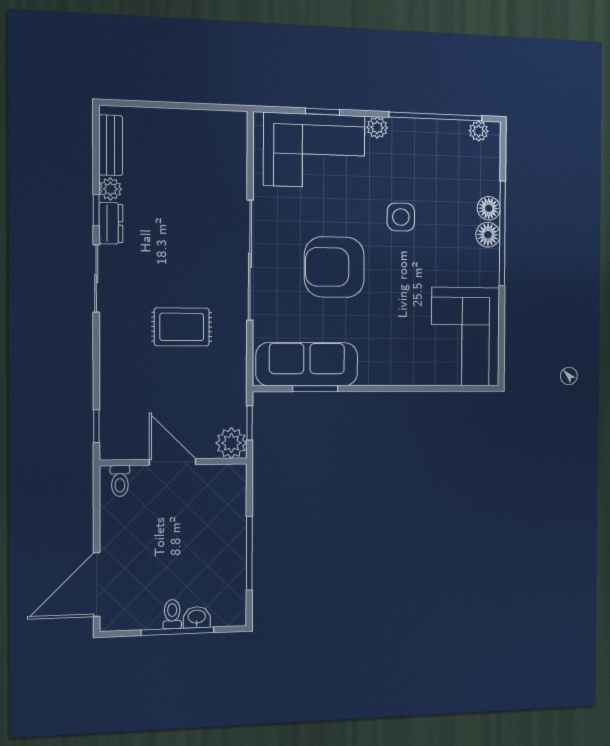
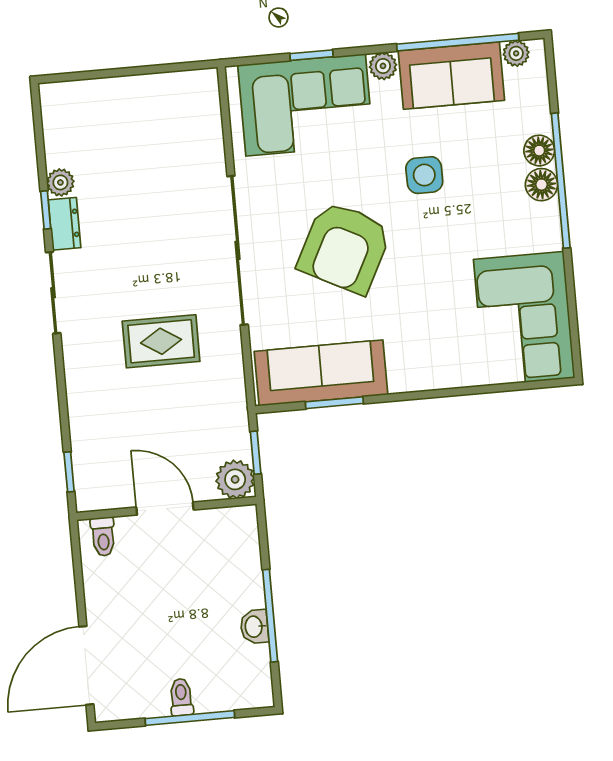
sofa: (428, 142) -> (451, 76), added
bench: (111, 145) -> (56, 130), removed
armchair: (334, 267) -> (345, 248), turned -63
washbasin: (197, 617) -> (254, 627), moved, turned -90

